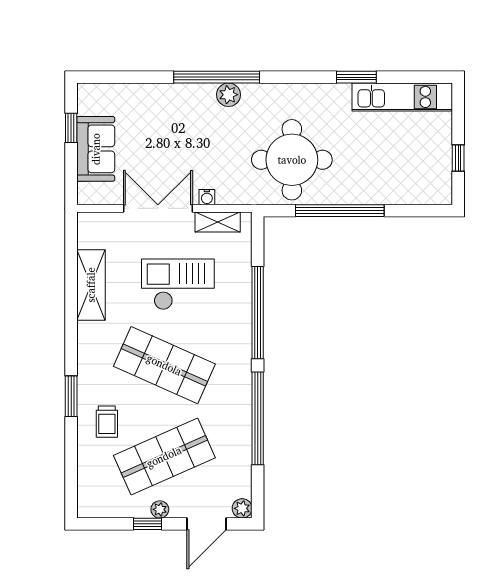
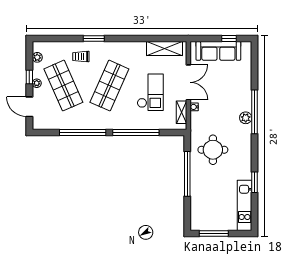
sofa: (96, 149) -> (218, 51), width x1.36
window: (458, 158) -> (214, 234), width x2.17
round table: (292, 160) -> (213, 150), width x0.73, depth x0.73
shelving: (91, 285) -> (164, 49), moved
plant: (242, 508) -> (37, 57), moved

